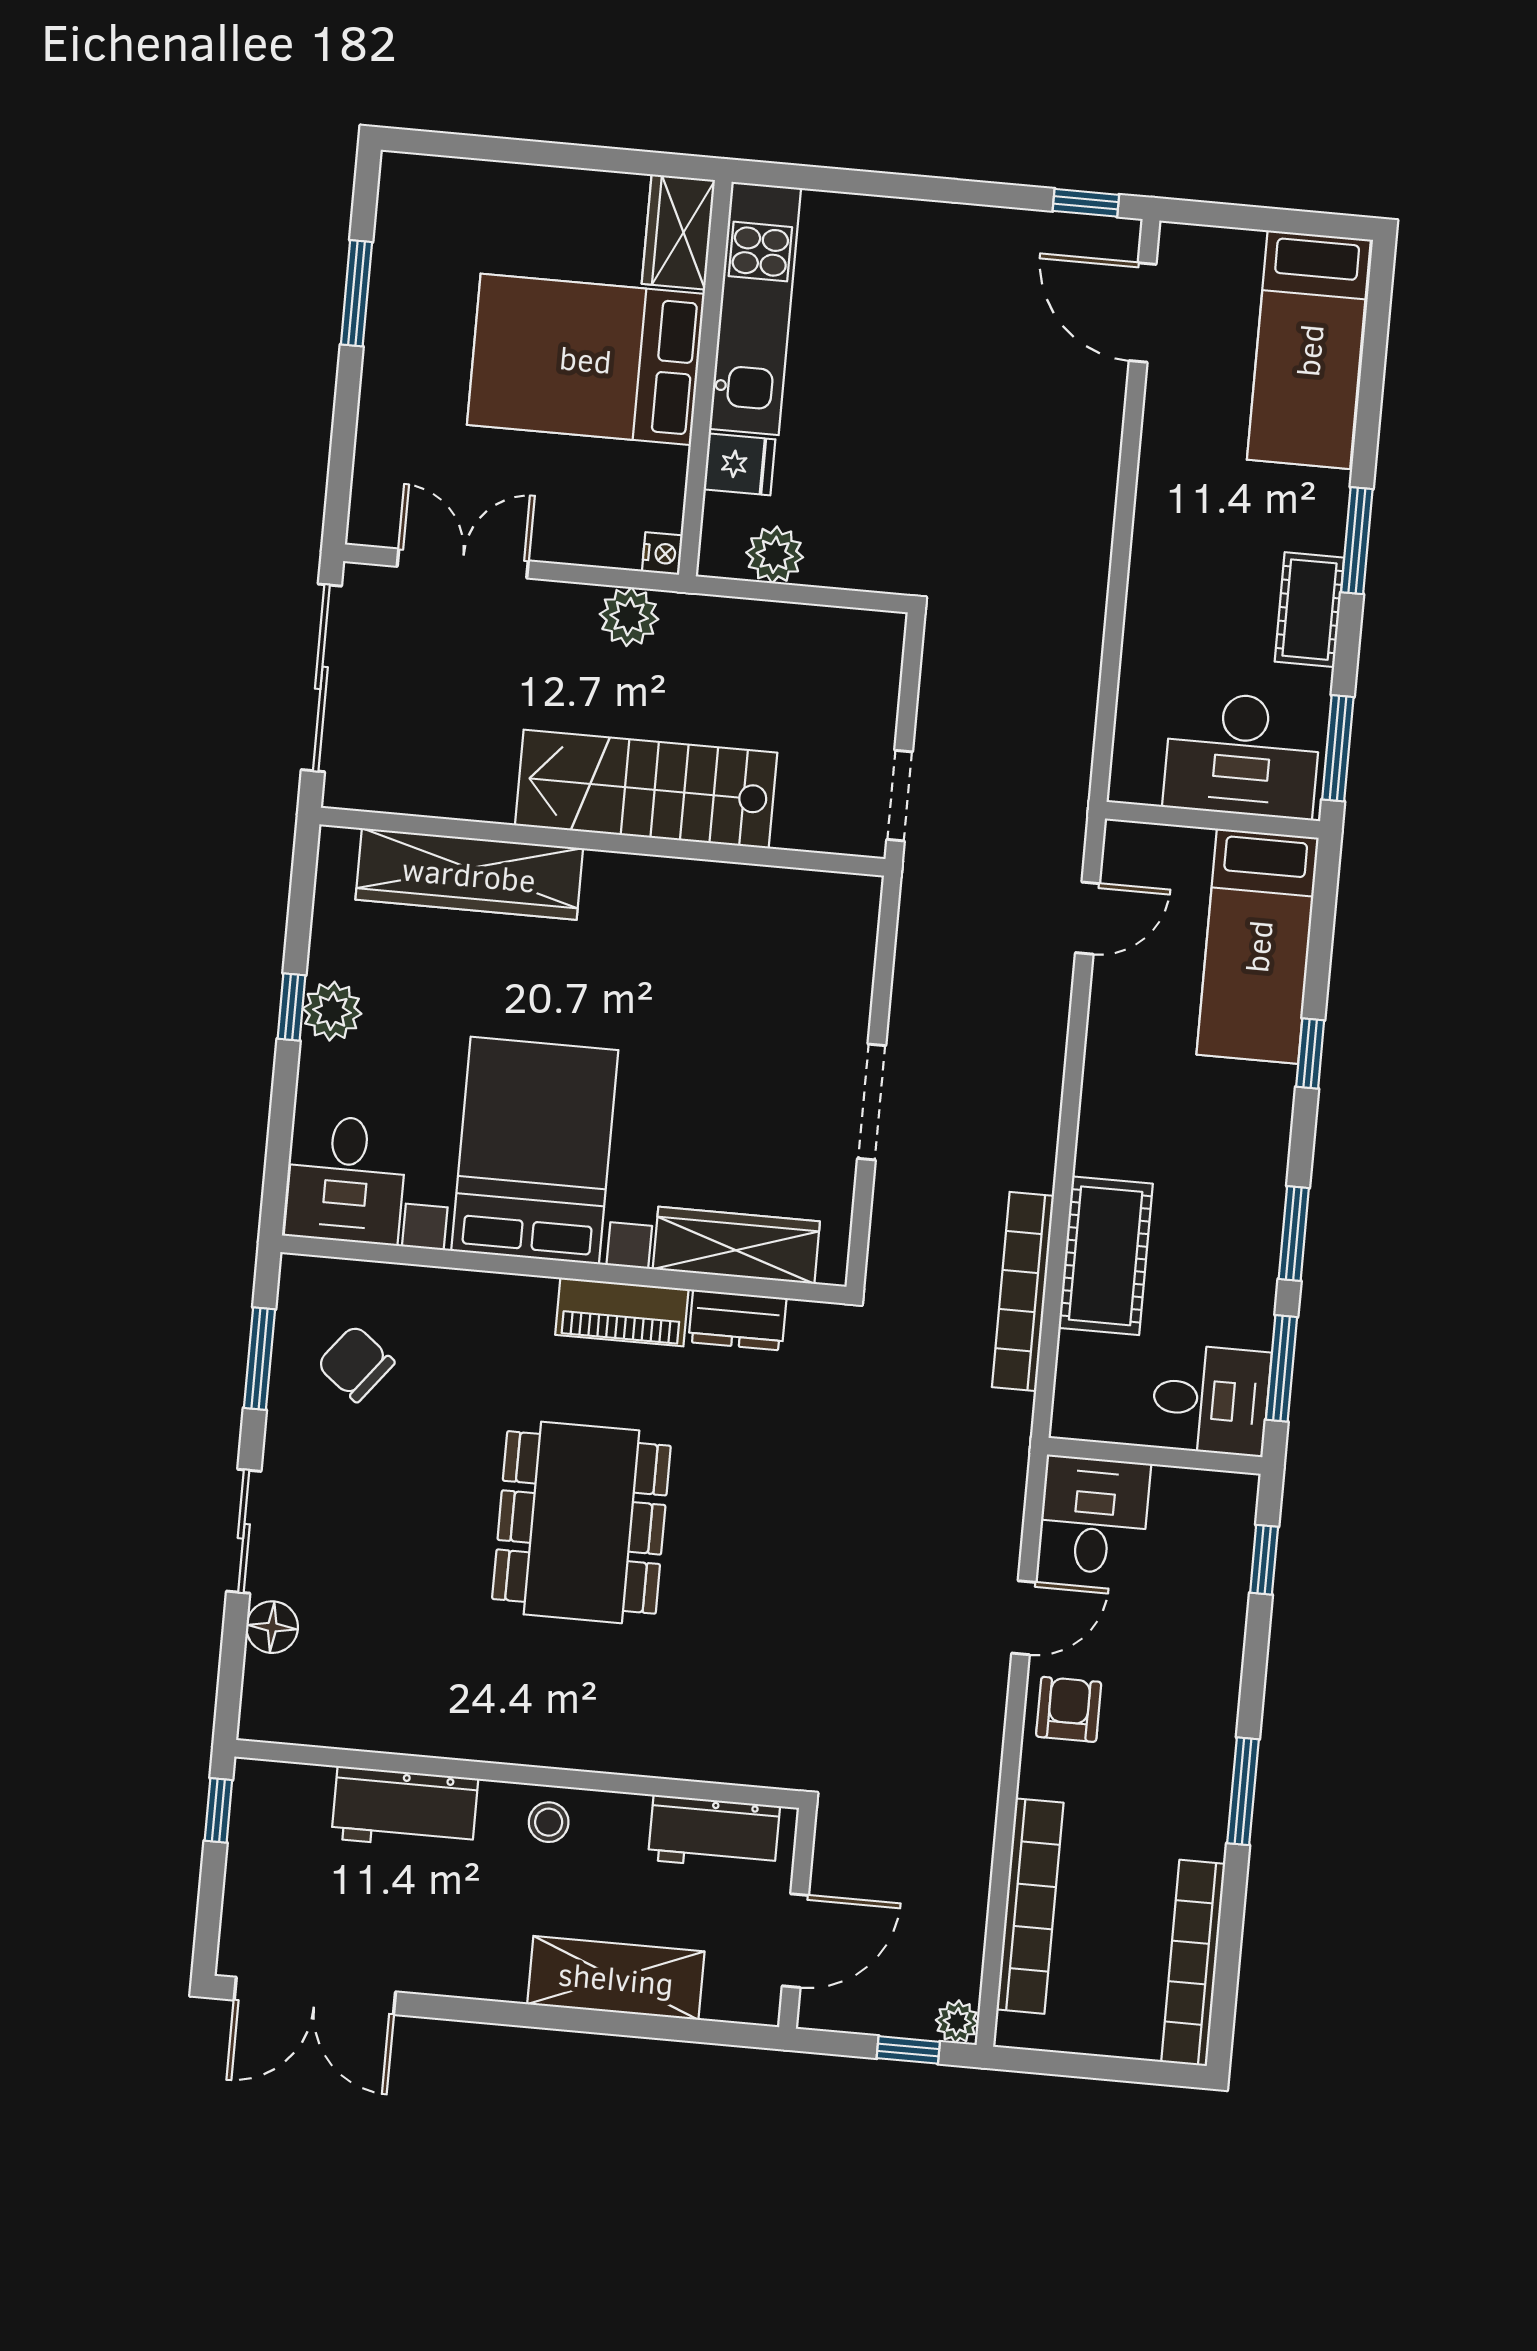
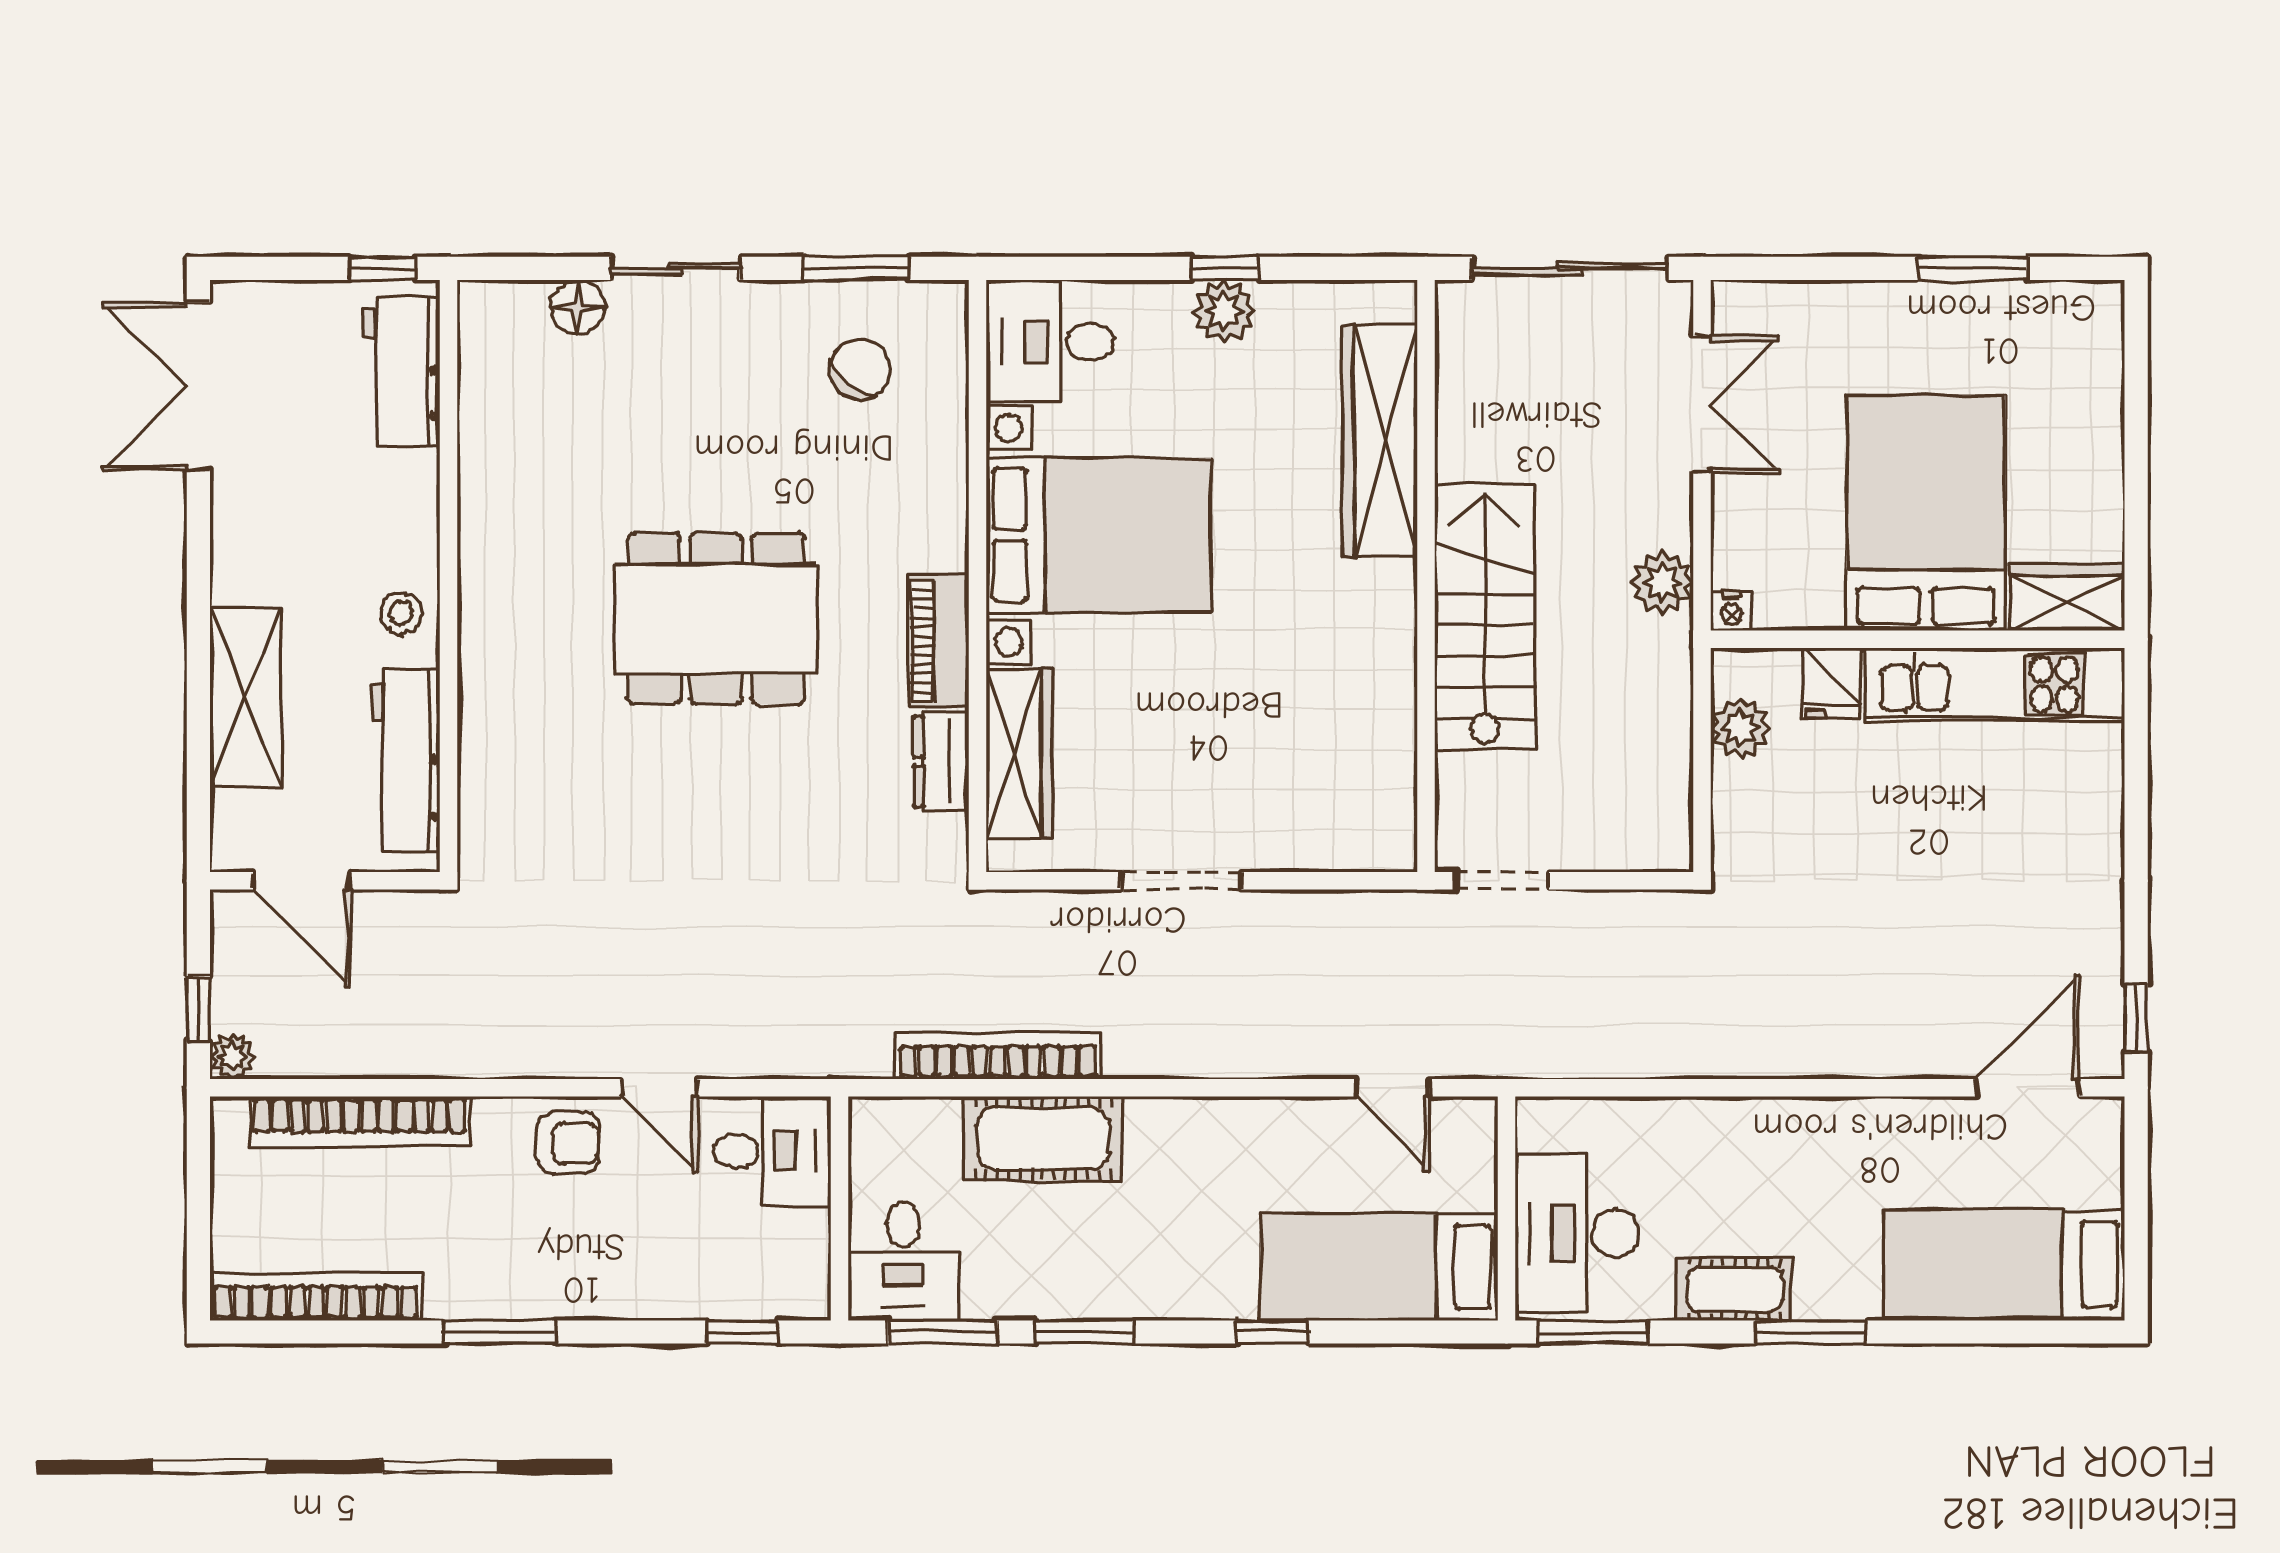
workbench: (405, 1809) -> (402, 371), moved
workbench: (714, 1833) -> (406, 761), width x1.38

